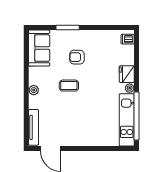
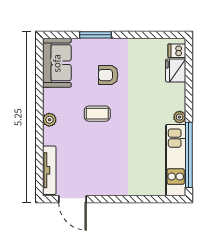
fridge: (127, 74) -> (176, 70), moved

